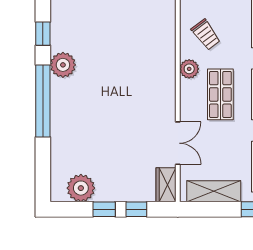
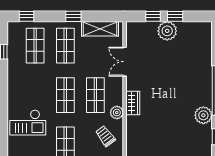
wardrobe: (166, 185) -> (133, 103), moved
plant: (81, 188) -> (167, 31), moved

